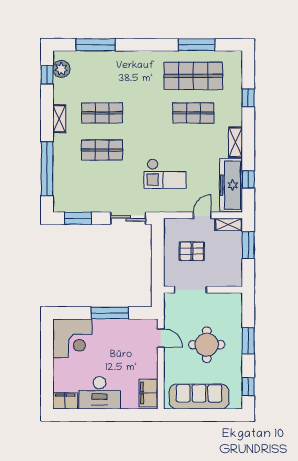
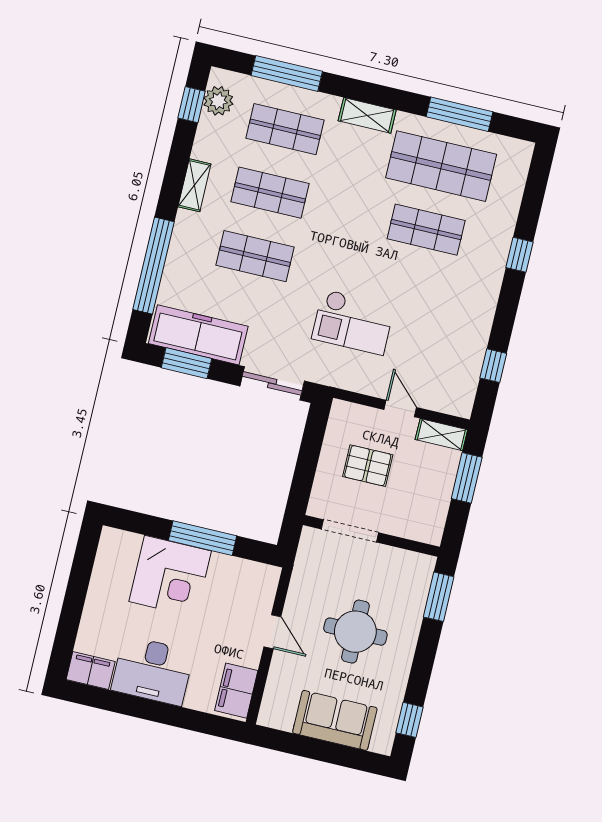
shop shelf: (102, 76) -> (285, 129), added
window: (248, 98) -> (519, 255), moved
shelving: (235, 142) -> (367, 115), moved, turned 90
freezer: (231, 185) -> (198, 335), moved, turned 90
door: (202, 215) -> (400, 408), hinge flipped
corner desk: (72, 338) -> (170, 576), moved
door: (161, 338) -> (272, 632), moved
window: (248, 341) -> (439, 597), moved
sofa: (199, 397) -> (335, 720), width x0.73

